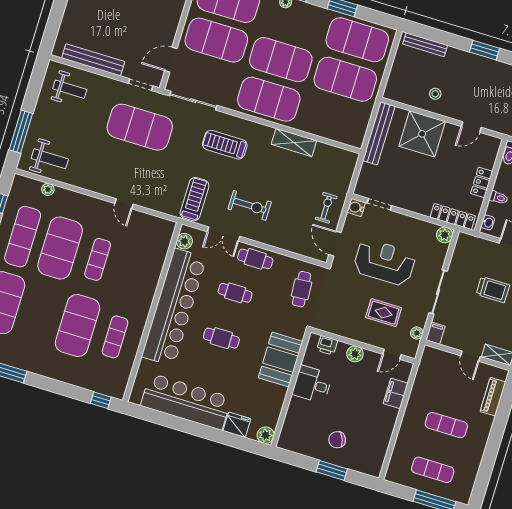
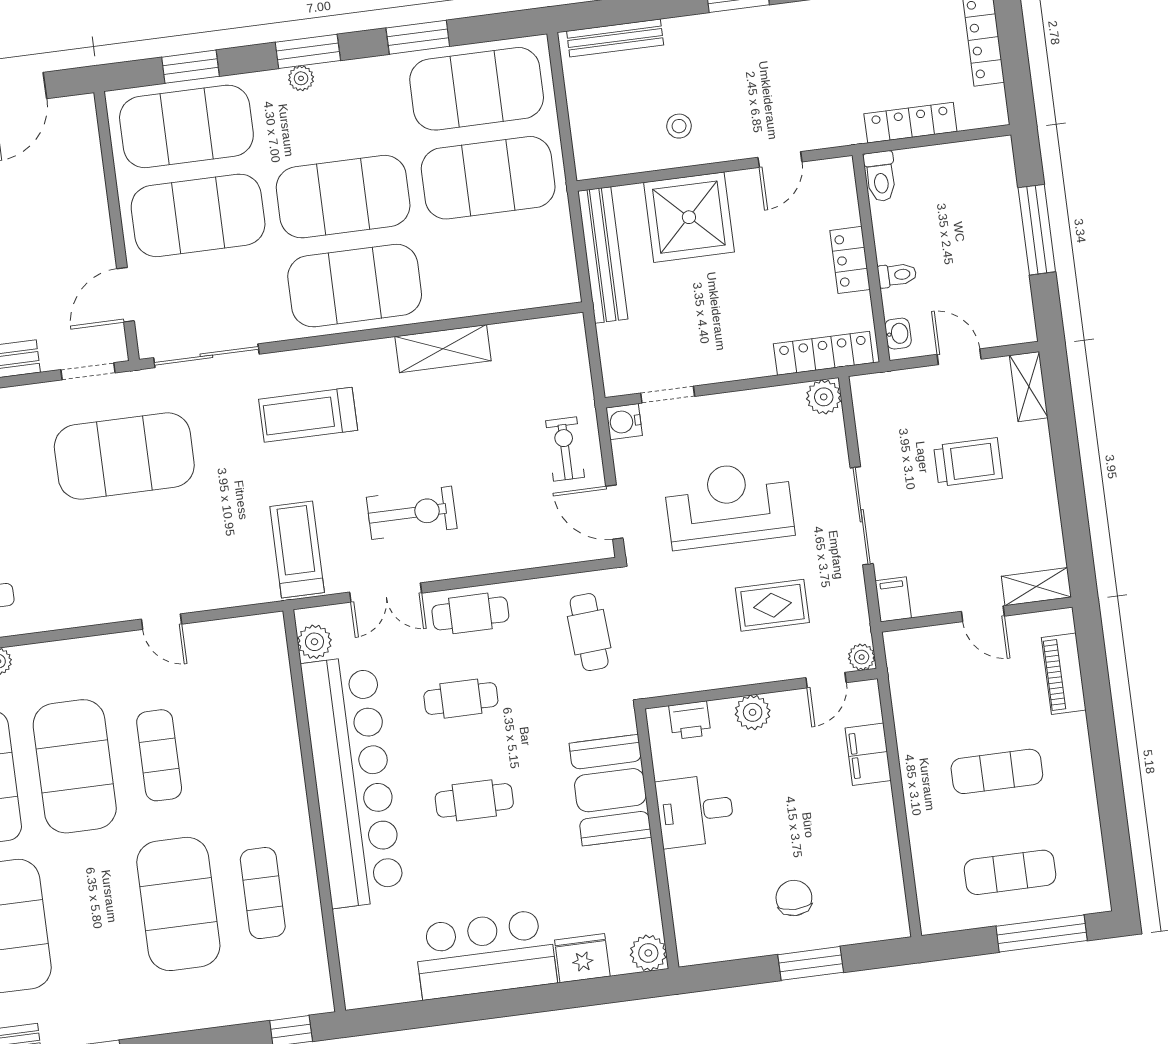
plant: (417, 333) -> (862, 657), moved
bar counter: (186, 402) -> (485, 954), width x0.73
chair: (337, 440) -> (794, 898), turned 113

